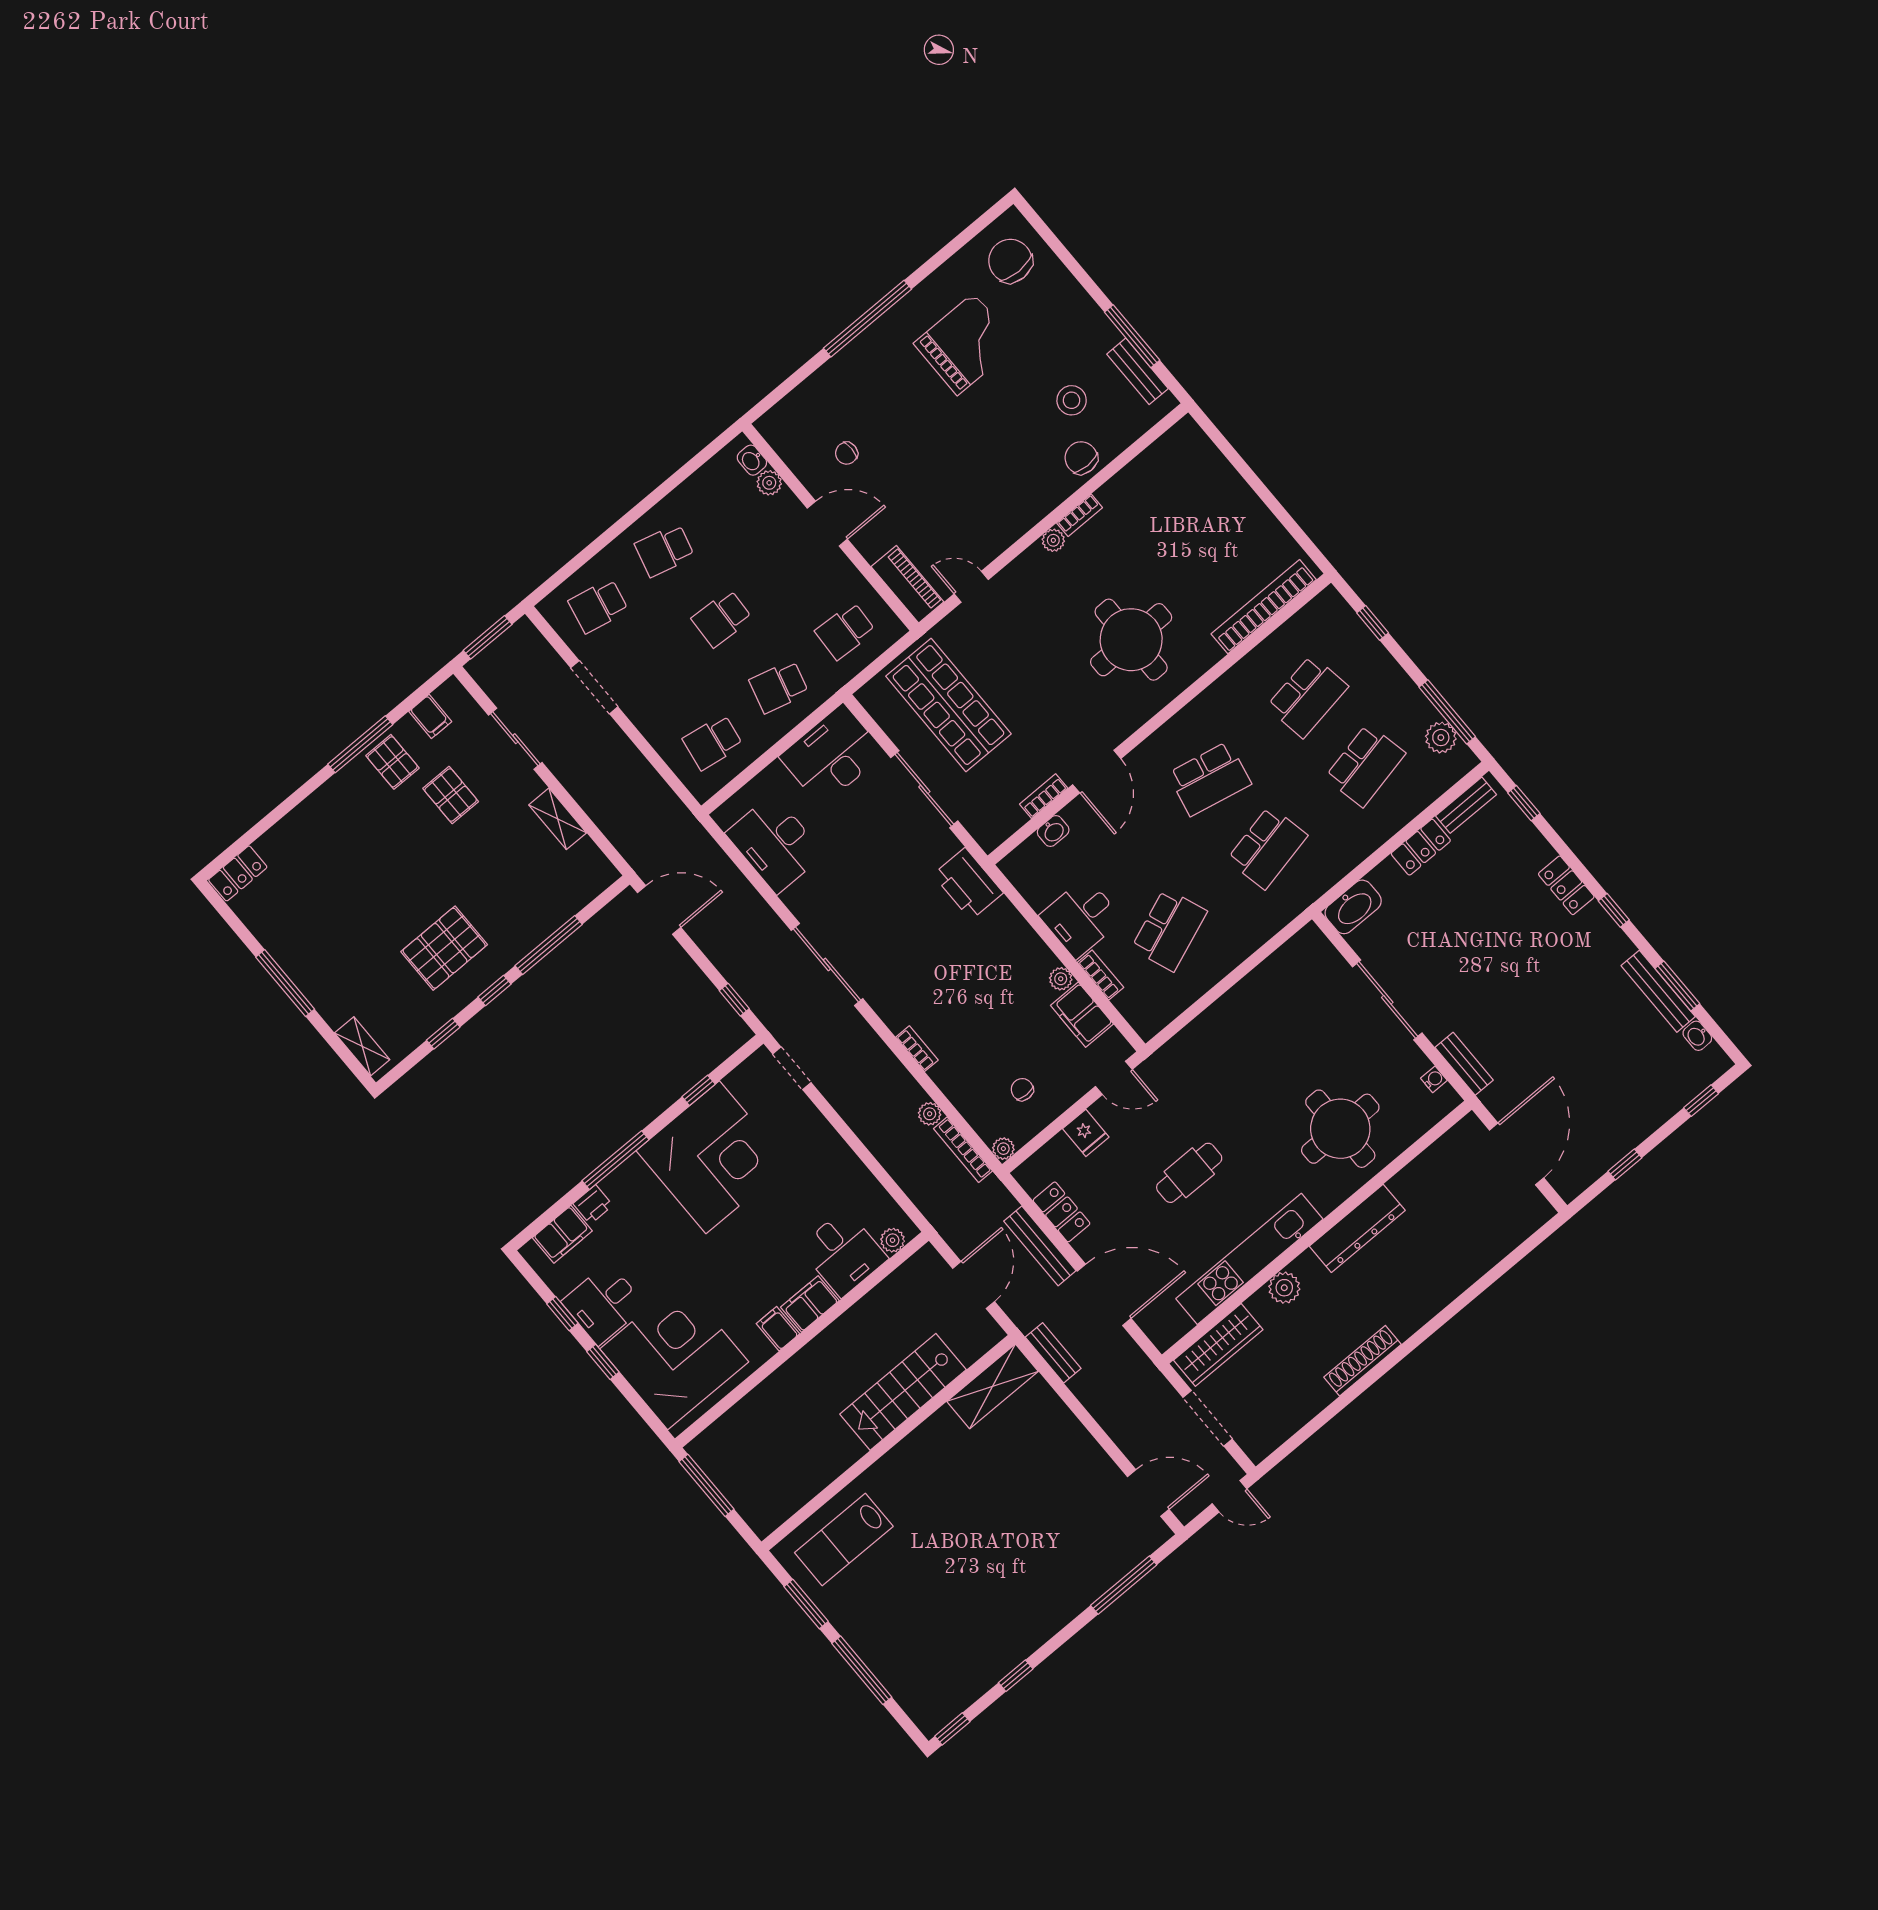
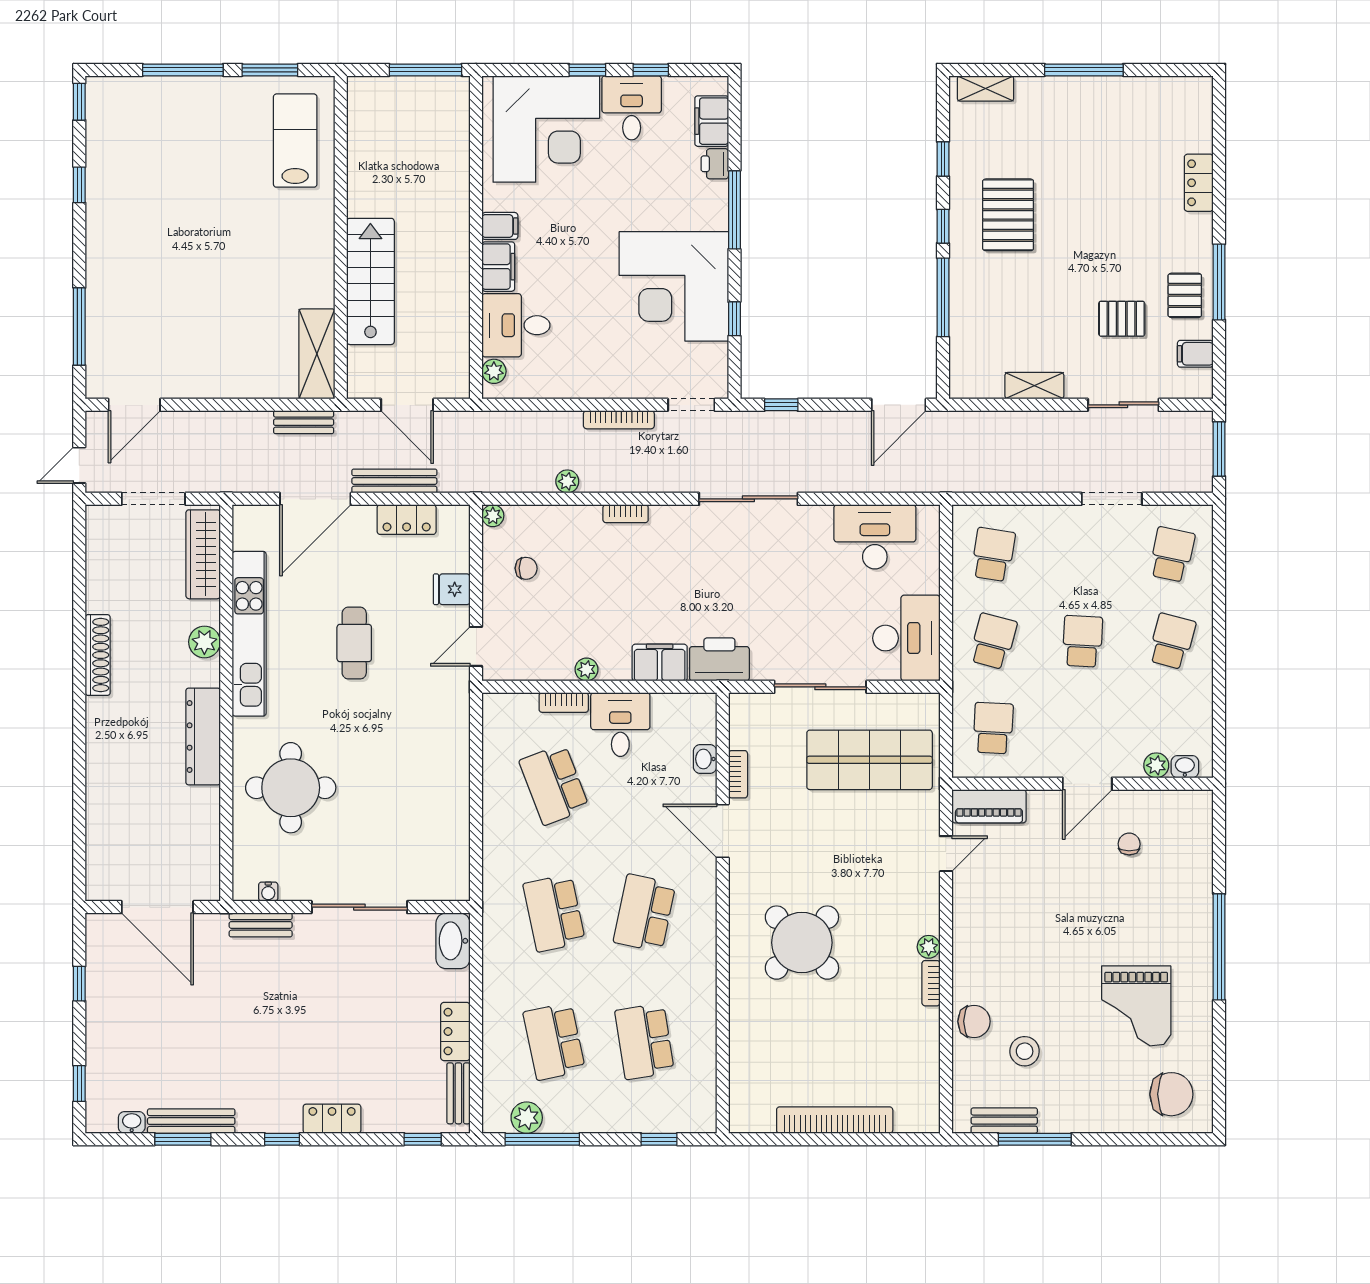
bookcase: (1264, 607) -> (835, 1120), moved, turned -90
round table: (1131, 640) -> (802, 943), turned 45
pallet: (392, 762) -> (1185, 295), turned 90
locker: (238, 873) -> (1199, 183), moved
filing cabinet: (1082, 1015) -> (660, 663), moved
bookcase: (963, 1150) -> (619, 420), moved, turned 180

